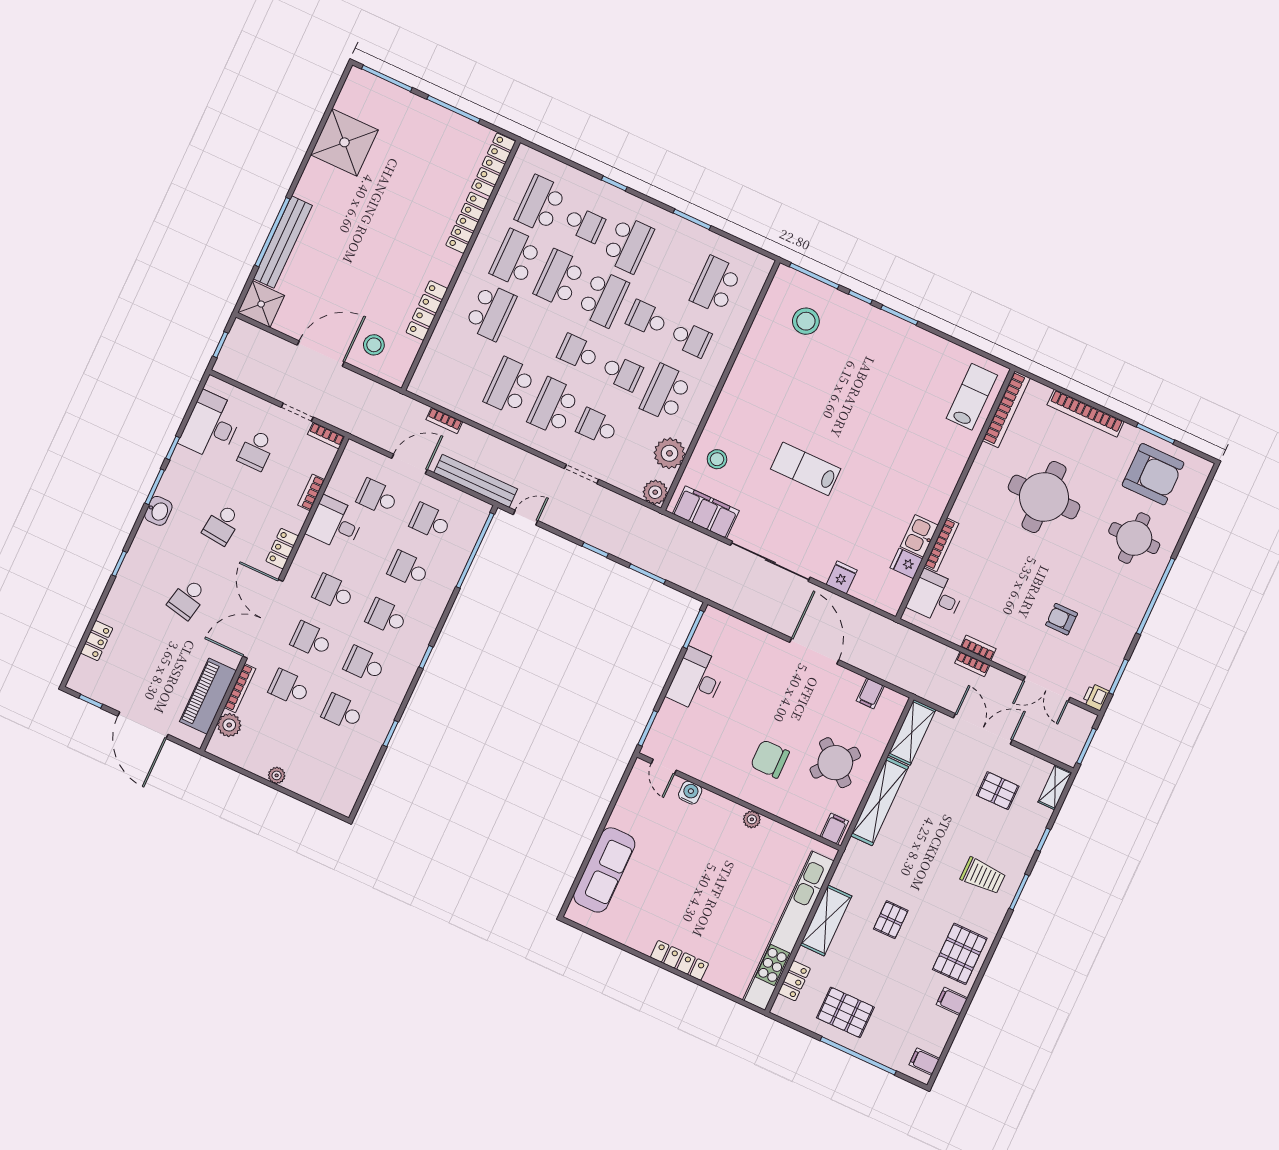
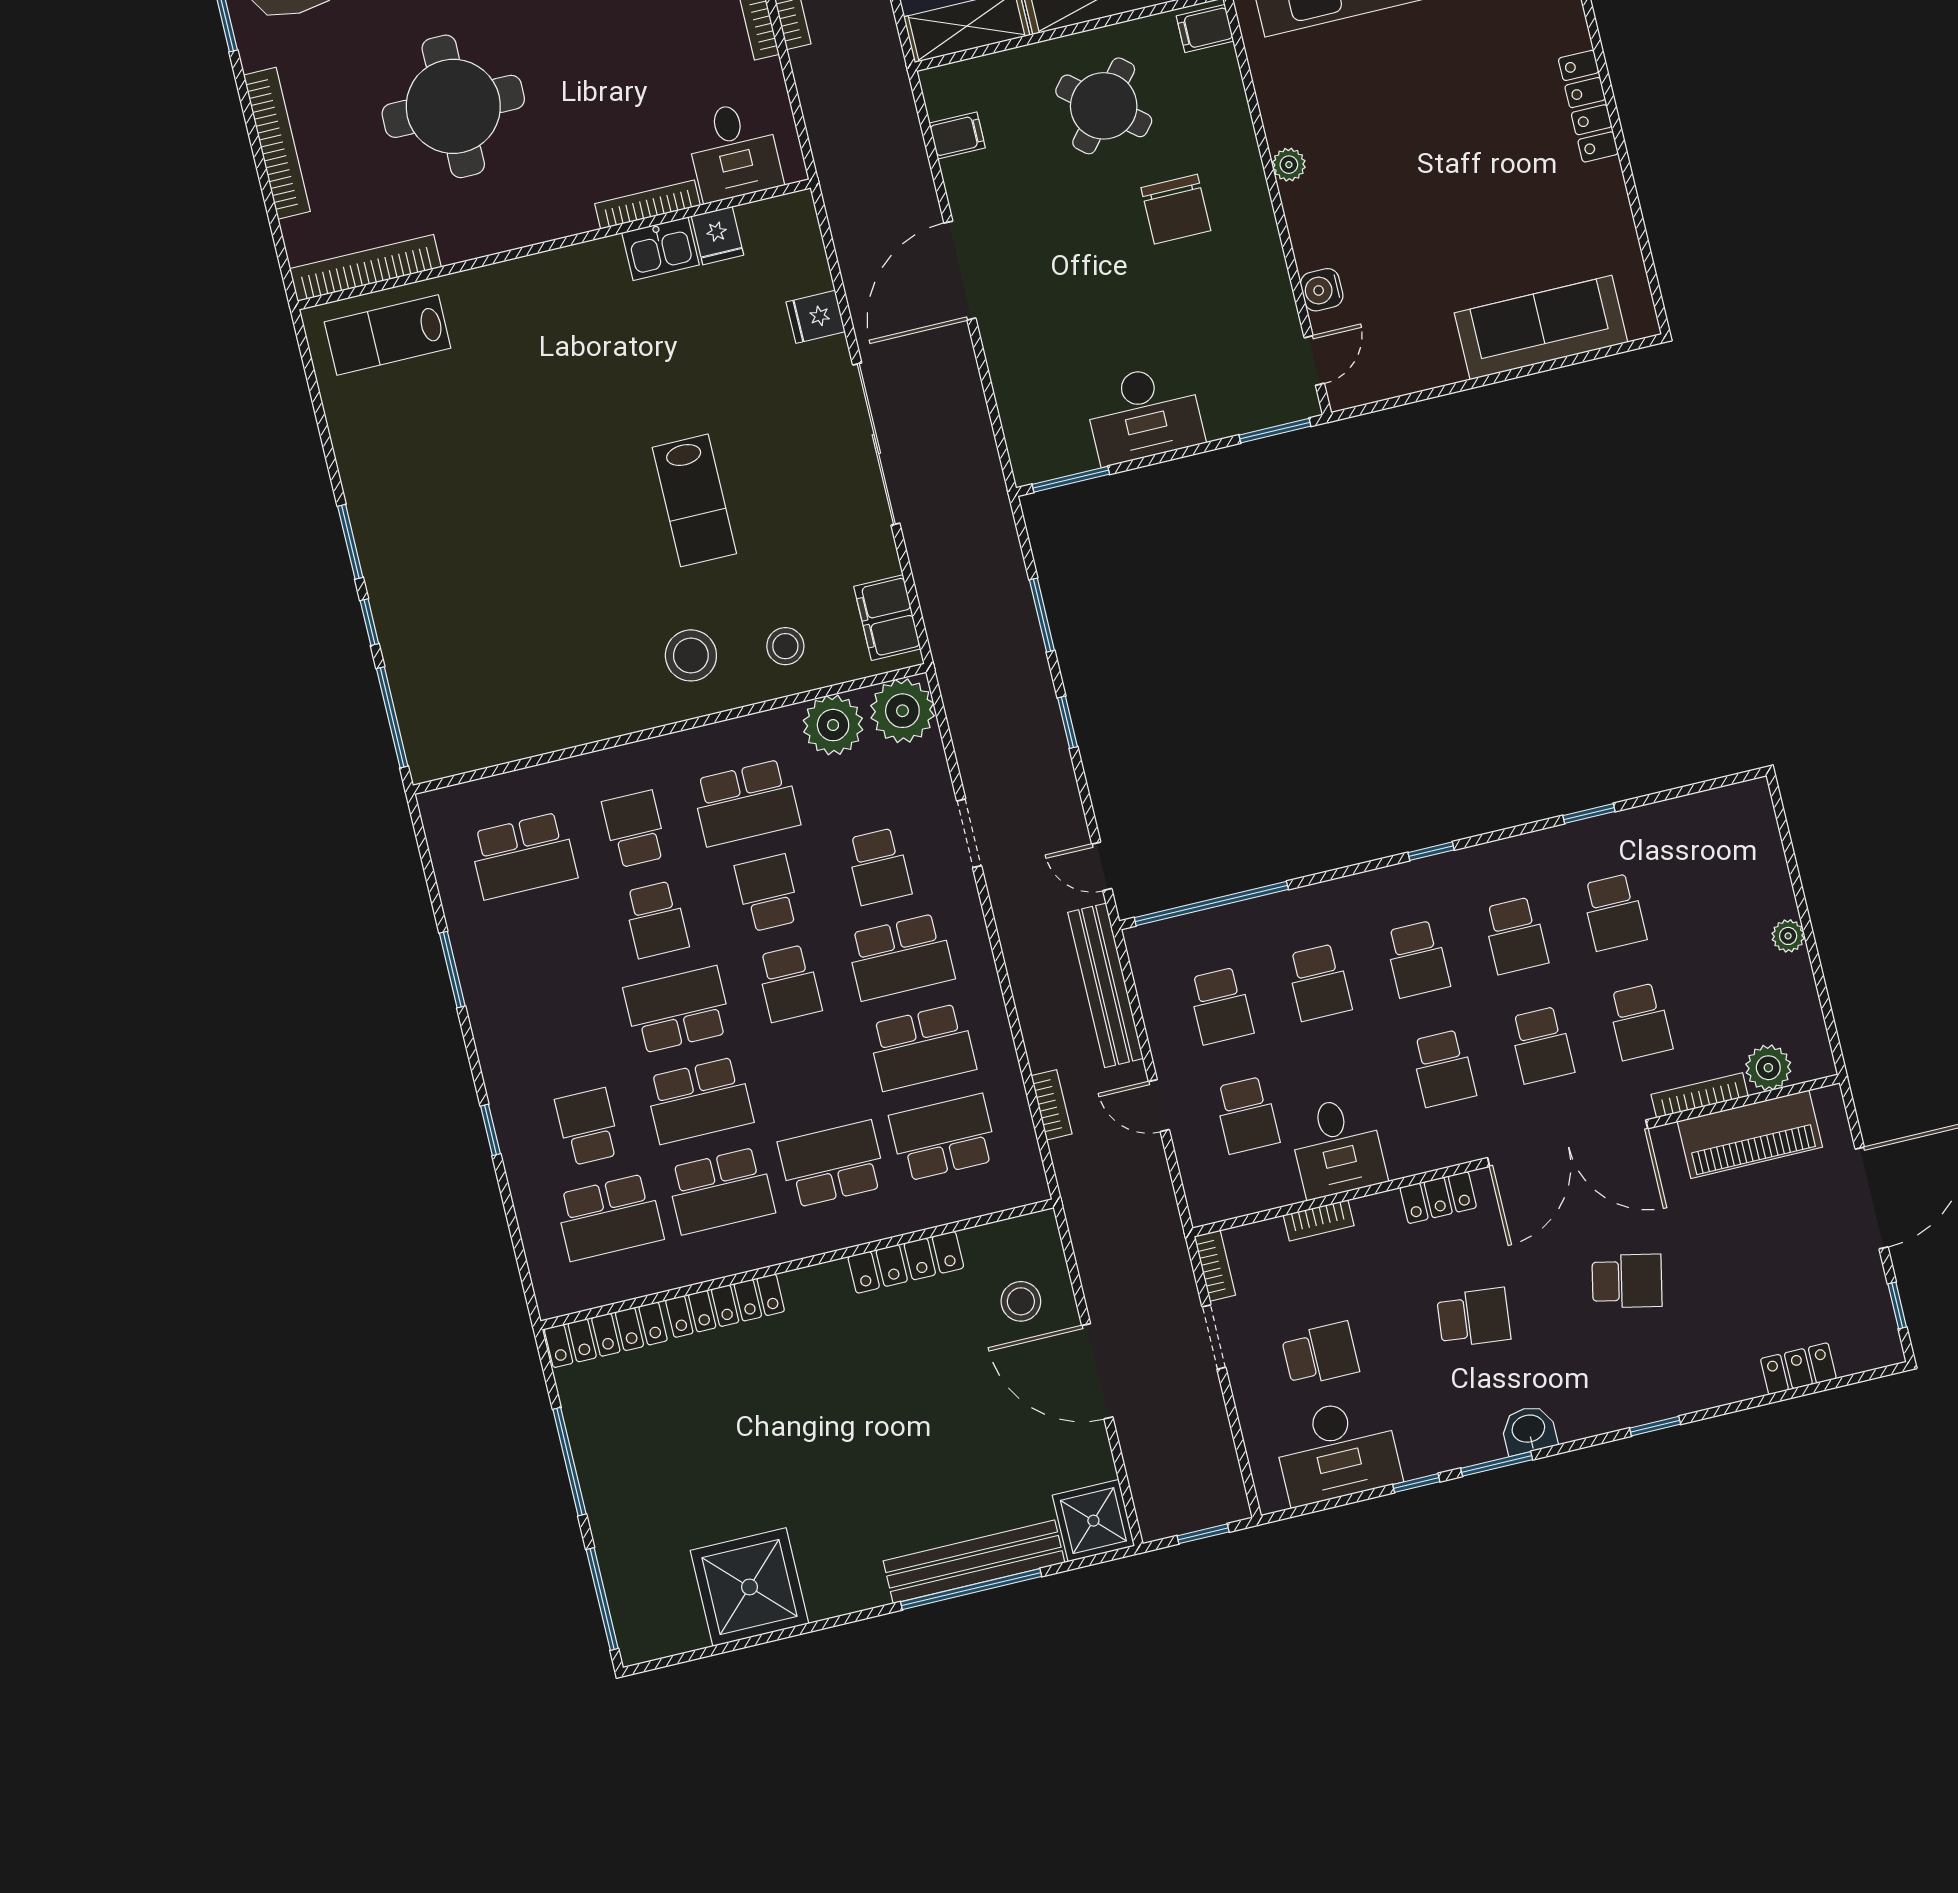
school desk: (628, 244) -> (943, 1137), moved
stool: (806, 321) -> (691, 655), moved
door: (409, 464) -> (1159, 1106), width x0.73
plant: (655, 492) -> (902, 711), width x1.36, depth x1.36
filing cabinet: (706, 512) -> (887, 618), width x0.67, depth x0.86

